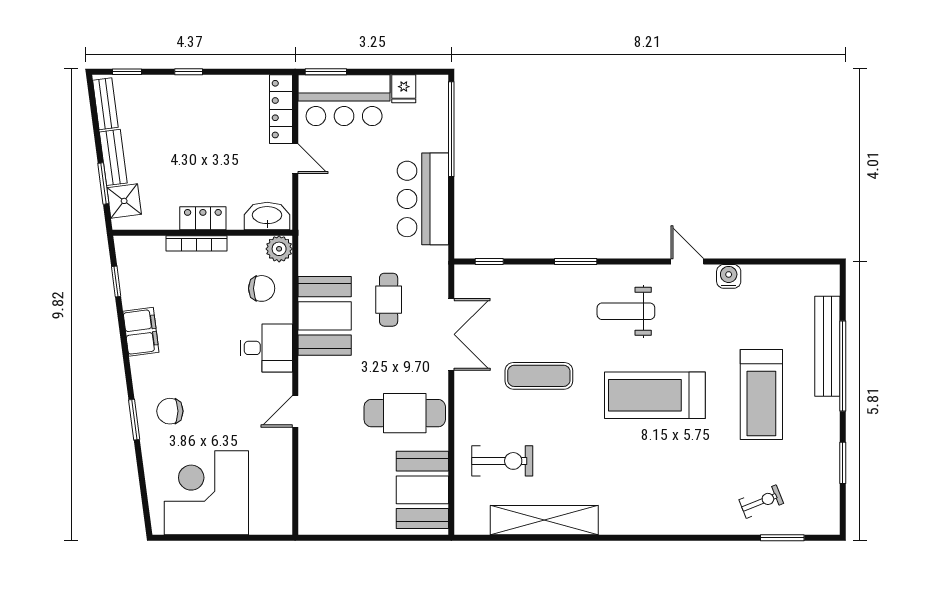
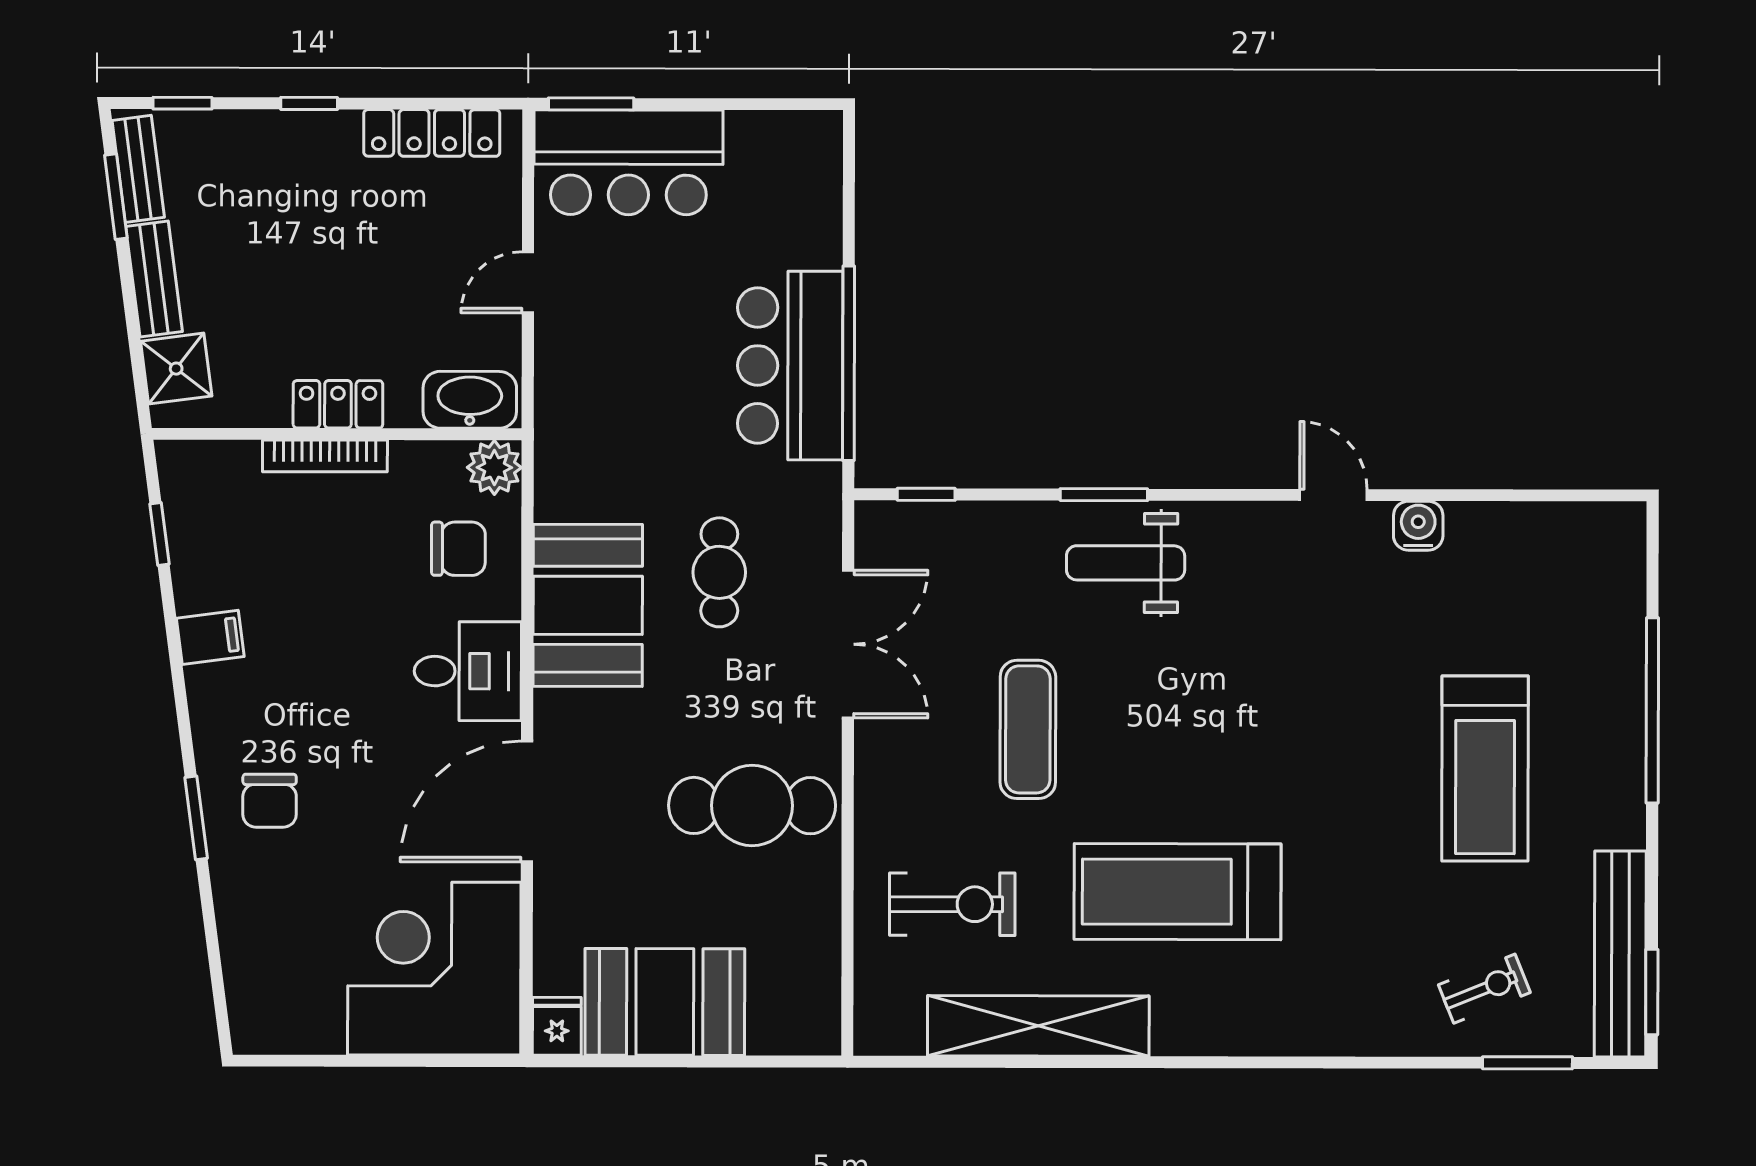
fridge: (404, 89) -> (557, 1026), moved, turned 180
locker: (281, 109) -> (432, 133), moved, turned -90
window: (451, 129) -> (849, 363), moved
door: (295, 159) -> (528, 282), swing flipped
window: (103, 183) -> (116, 197), moved
weight bench: (626, 311) -> (1126, 563), moved
filing cabinet: (141, 332) -> (210, 637), width x0.50
bench: (827, 346) -> (1620, 954), moved
exercise mat: (539, 376) -> (1028, 729), turned 90
treadmill: (655, 395) -> (1177, 892), moved
chair: (170, 411) -> (270, 801), turned -90
door: (295, 411) -> (527, 802), width x1.88
window: (843, 463) -> (1652, 992), moved
booth: (422, 490) -> (665, 1002), moved, turned 90
corner desk: (206, 493) -> (434, 969), moved

